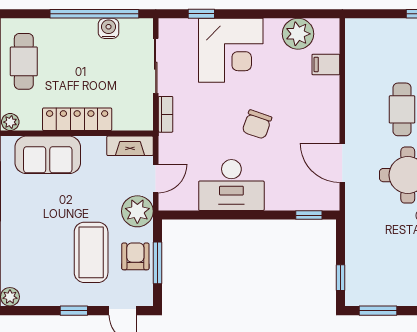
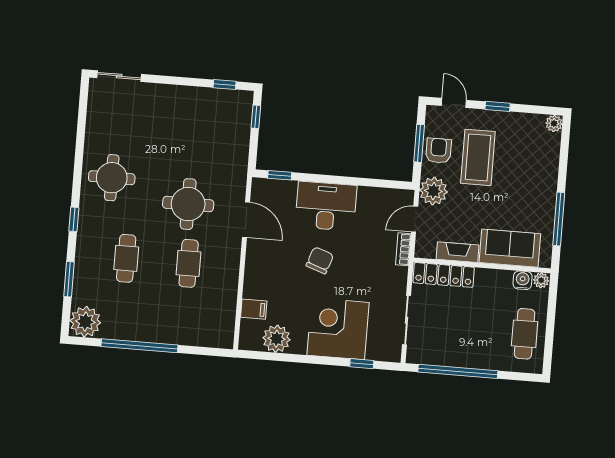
water cooler: (109, 28) -> (523, 280), moved, turned 180
bookcase: (166, 114) -> (403, 249), moved
locker: (77, 119) -> (444, 275), moved
fireplace: (130, 146) -> (458, 252), moved
desk: (231, 185) -> (326, 206), moved
armchair: (135, 256) -> (439, 151), turned 180
window: (378, 311) -> (225, 85), width x0.67

